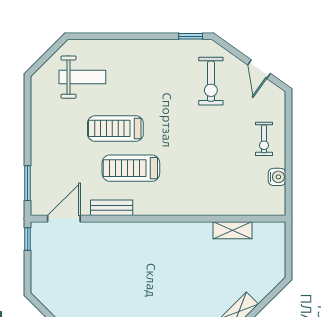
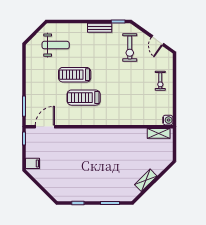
water cooler: (277, 177) -> (168, 120), moved
bench: (112, 208) -> (100, 28), moved
shelving: (233, 230) -> (159, 133), moved
filing cabinet: (42, 282) -> (33, 163), added

